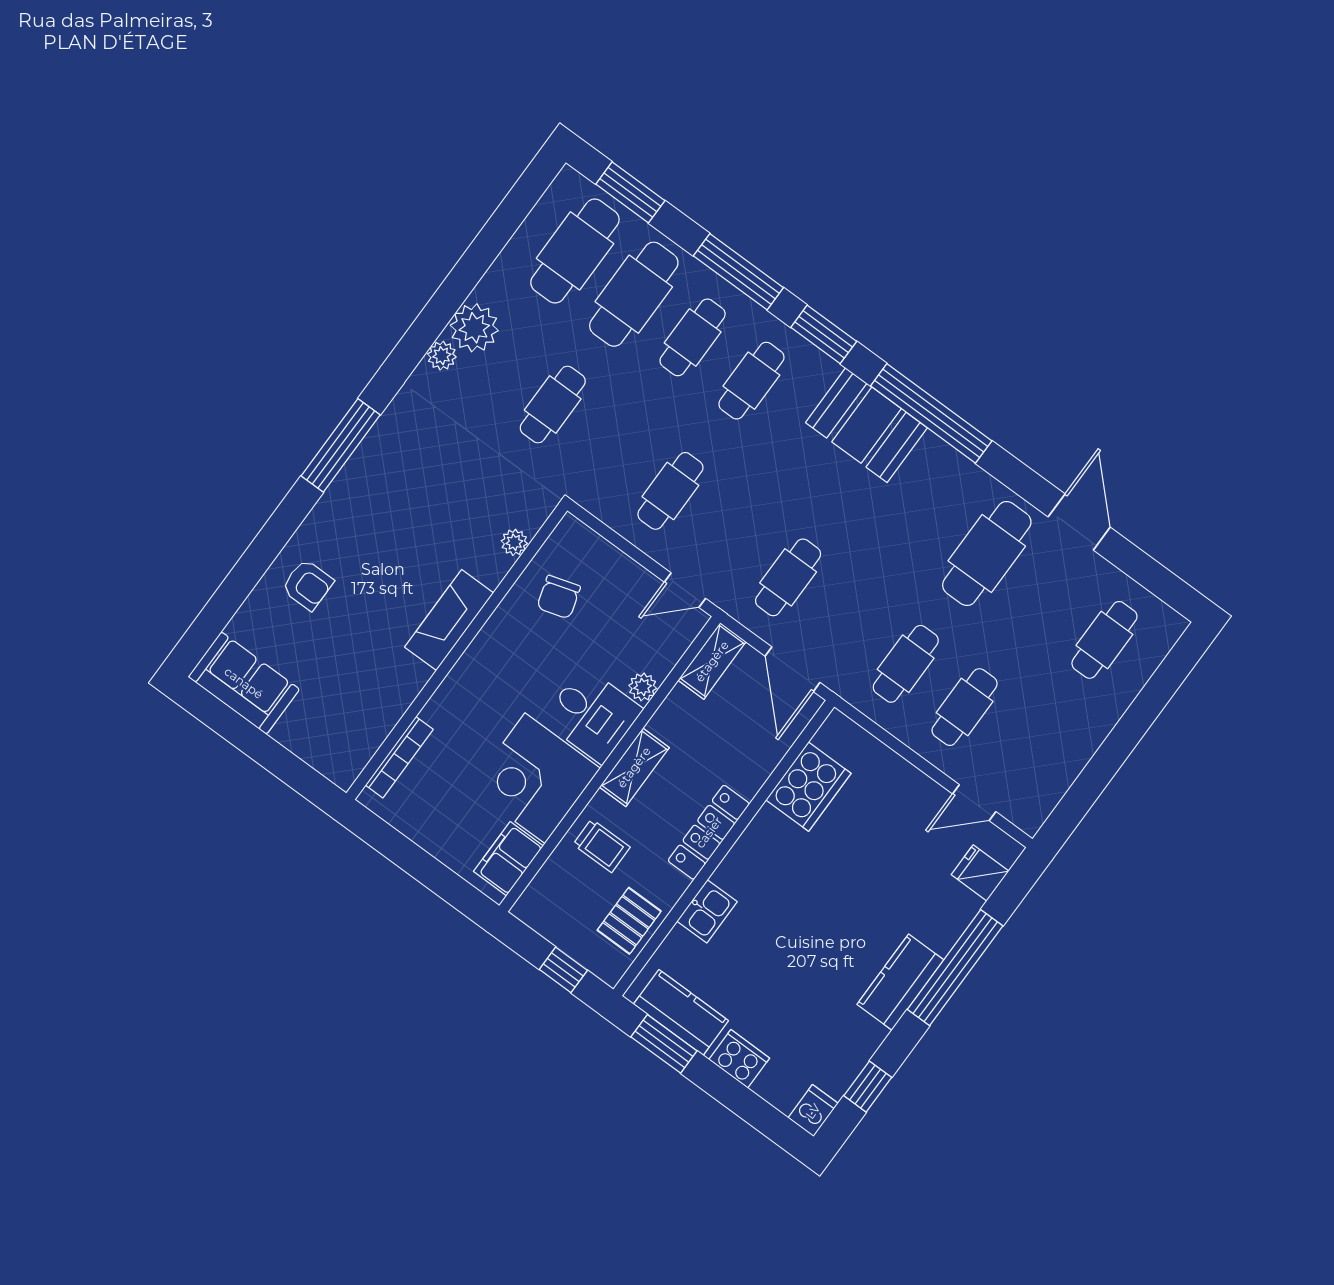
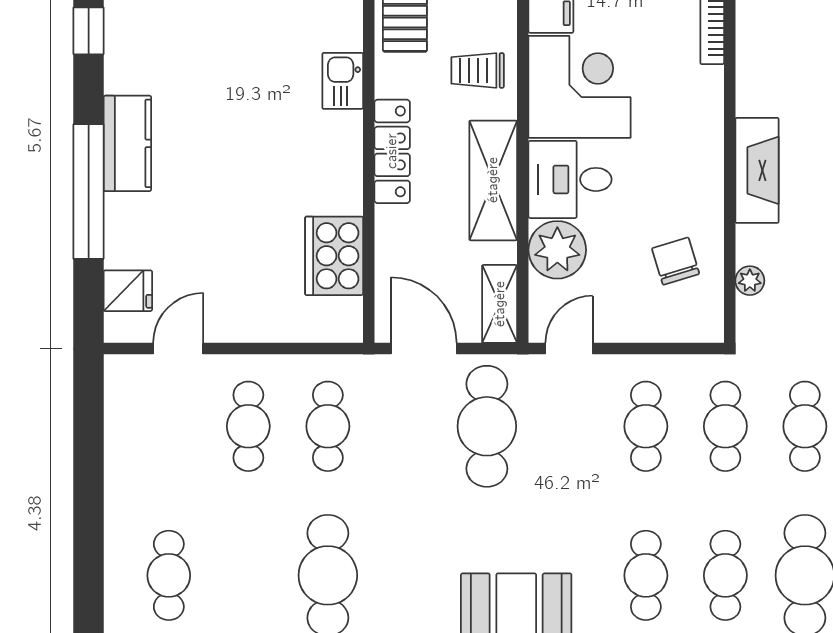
cafe table: (612, 448) -> (725, 426), added
cafe table: (788, 577) -> (487, 426), width x1.37, depth x1.35
plant: (643, 687) -> (557, 250), width x1.87, depth x1.87
shelving: (634, 767) -> (493, 180), width x1.50, depth x1.33

